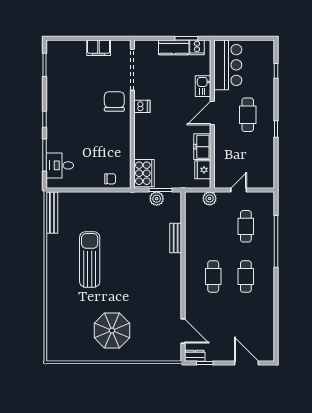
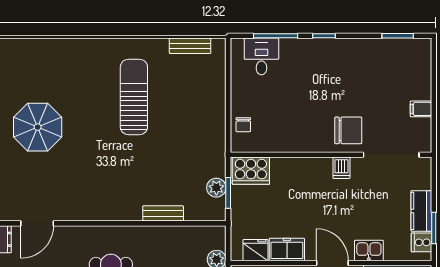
filing cabinet: (99, 48) -> (421, 109), width x0.50
bench: (52, 213) -> (190, 46), width x0.73
sun lounger: (90, 259) -> (134, 97), turned -90

